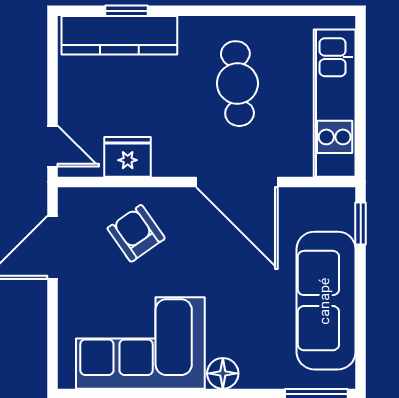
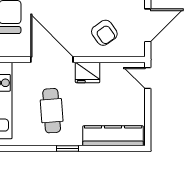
window: (127, 11) -> (68, 148), moved
fridge: (128, 157) -> (88, 72), moved

